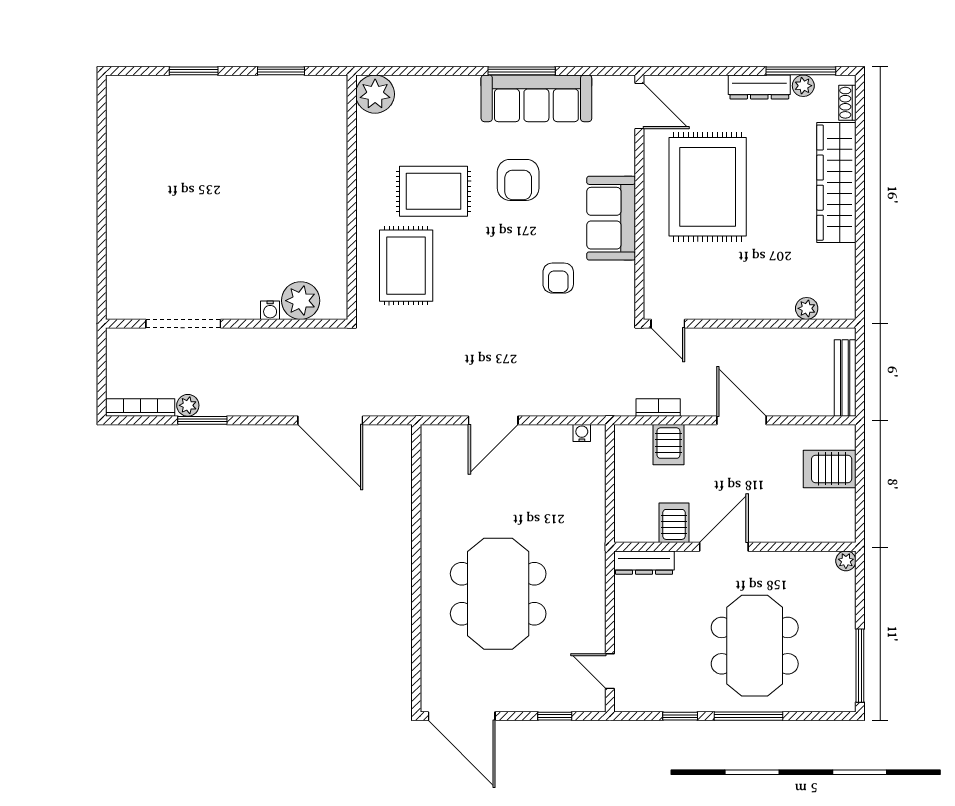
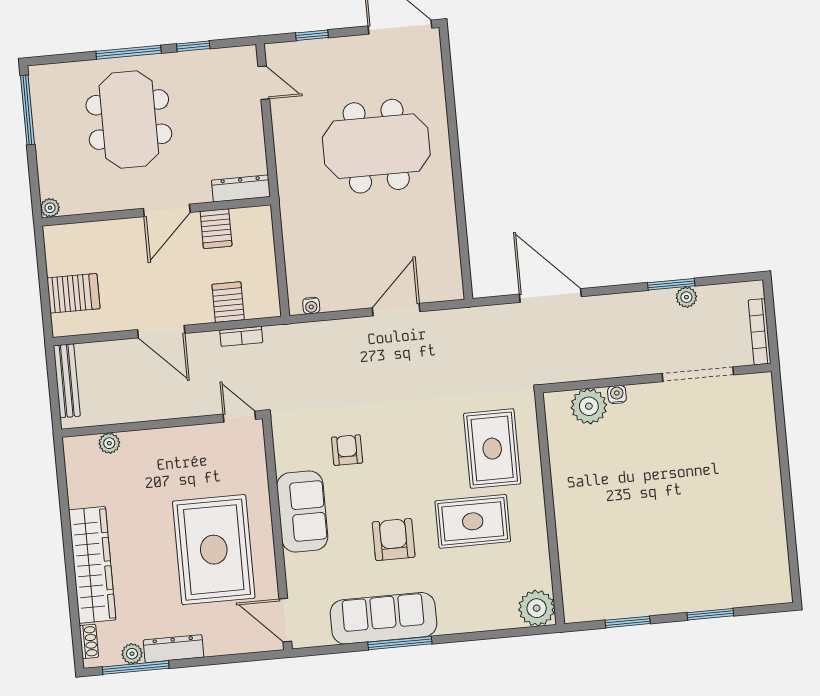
bookcase: (140, 408) -> (760, 332), moved, turned 90
meeting table: (498, 594) -> (376, 146), turned 90

